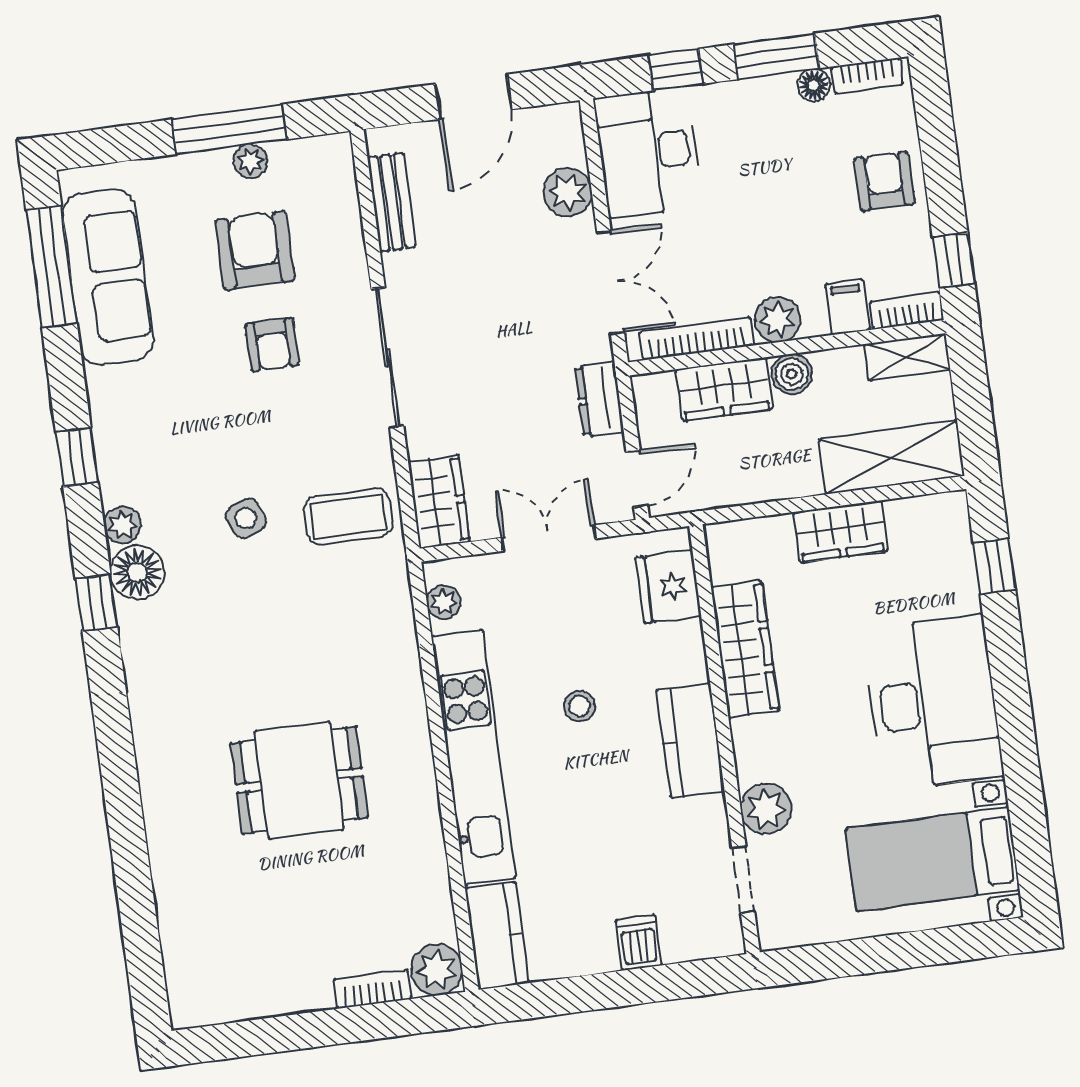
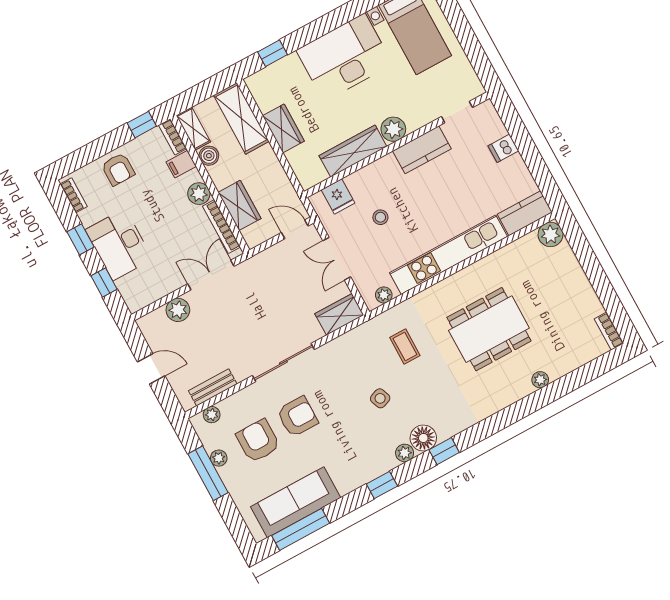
window: (776, 56) -> (81, 239), width x0.67
floor lamp: (814, 85) -> (87, 218), removed
door: (473, 97) -> (151, 369), width x0.73
desk: (648, 152) -> (119, 244), moved, turned 90
plant: (340, 180) -> (212, 415), added
armchair: (884, 181) -> (118, 169), turned -90
armchair: (255, 250) -> (258, 441), turned 90
armchair: (272, 345) -> (297, 417), width x1.38, depth x1.38
boiler: (792, 374) -> (209, 156), moved
dresser: (599, 399) -> (265, 260), removed
coffee table: (348, 516) -> (405, 346), moved, width x0.73, depth x0.77
fridge: (668, 587) -> (338, 196), width x0.72
stool: (579, 706) -> (380, 217), moved
kitchen counter: (691, 740) -> (422, 150), moved
dining table: (299, 780) -> (489, 329), width x1.38
plant: (766, 809) -> (393, 129), moved
plant: (163, 842) -> (540, 380), added
bookcase: (372, 989) -> (609, 331), moved

